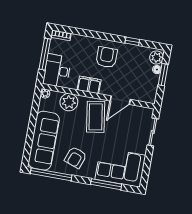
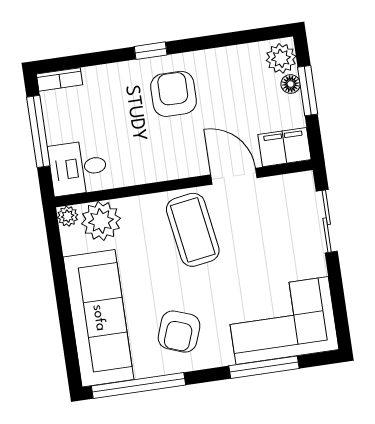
window: (132, 41) -> (151, 51), moved
desk: (57, 71) -> (78, 168), width x0.73
filing cabinet: (89, 85) -> (285, 147), moved
door: (120, 100) -> (234, 176), swing flipped
plant: (69, 102) -> (101, 221), moved

